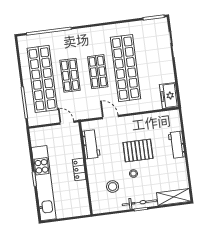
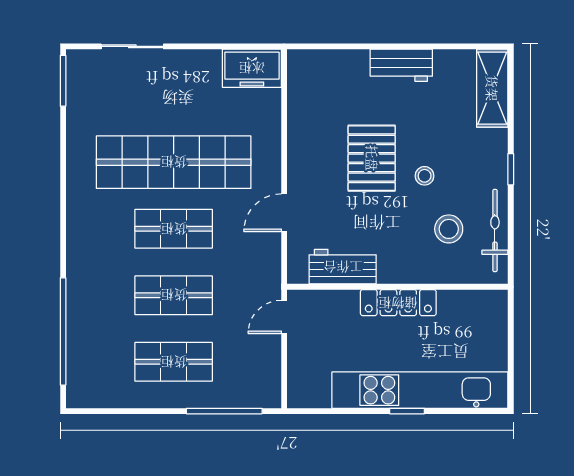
shop shelf: (42, 79) -> (174, 362), width x0.50, depth x0.74
workbench: (177, 145) -> (401, 65), moved
locker: (79, 169) -> (398, 303), width x1.53
bicycle: (139, 203) -> (495, 231), moved

